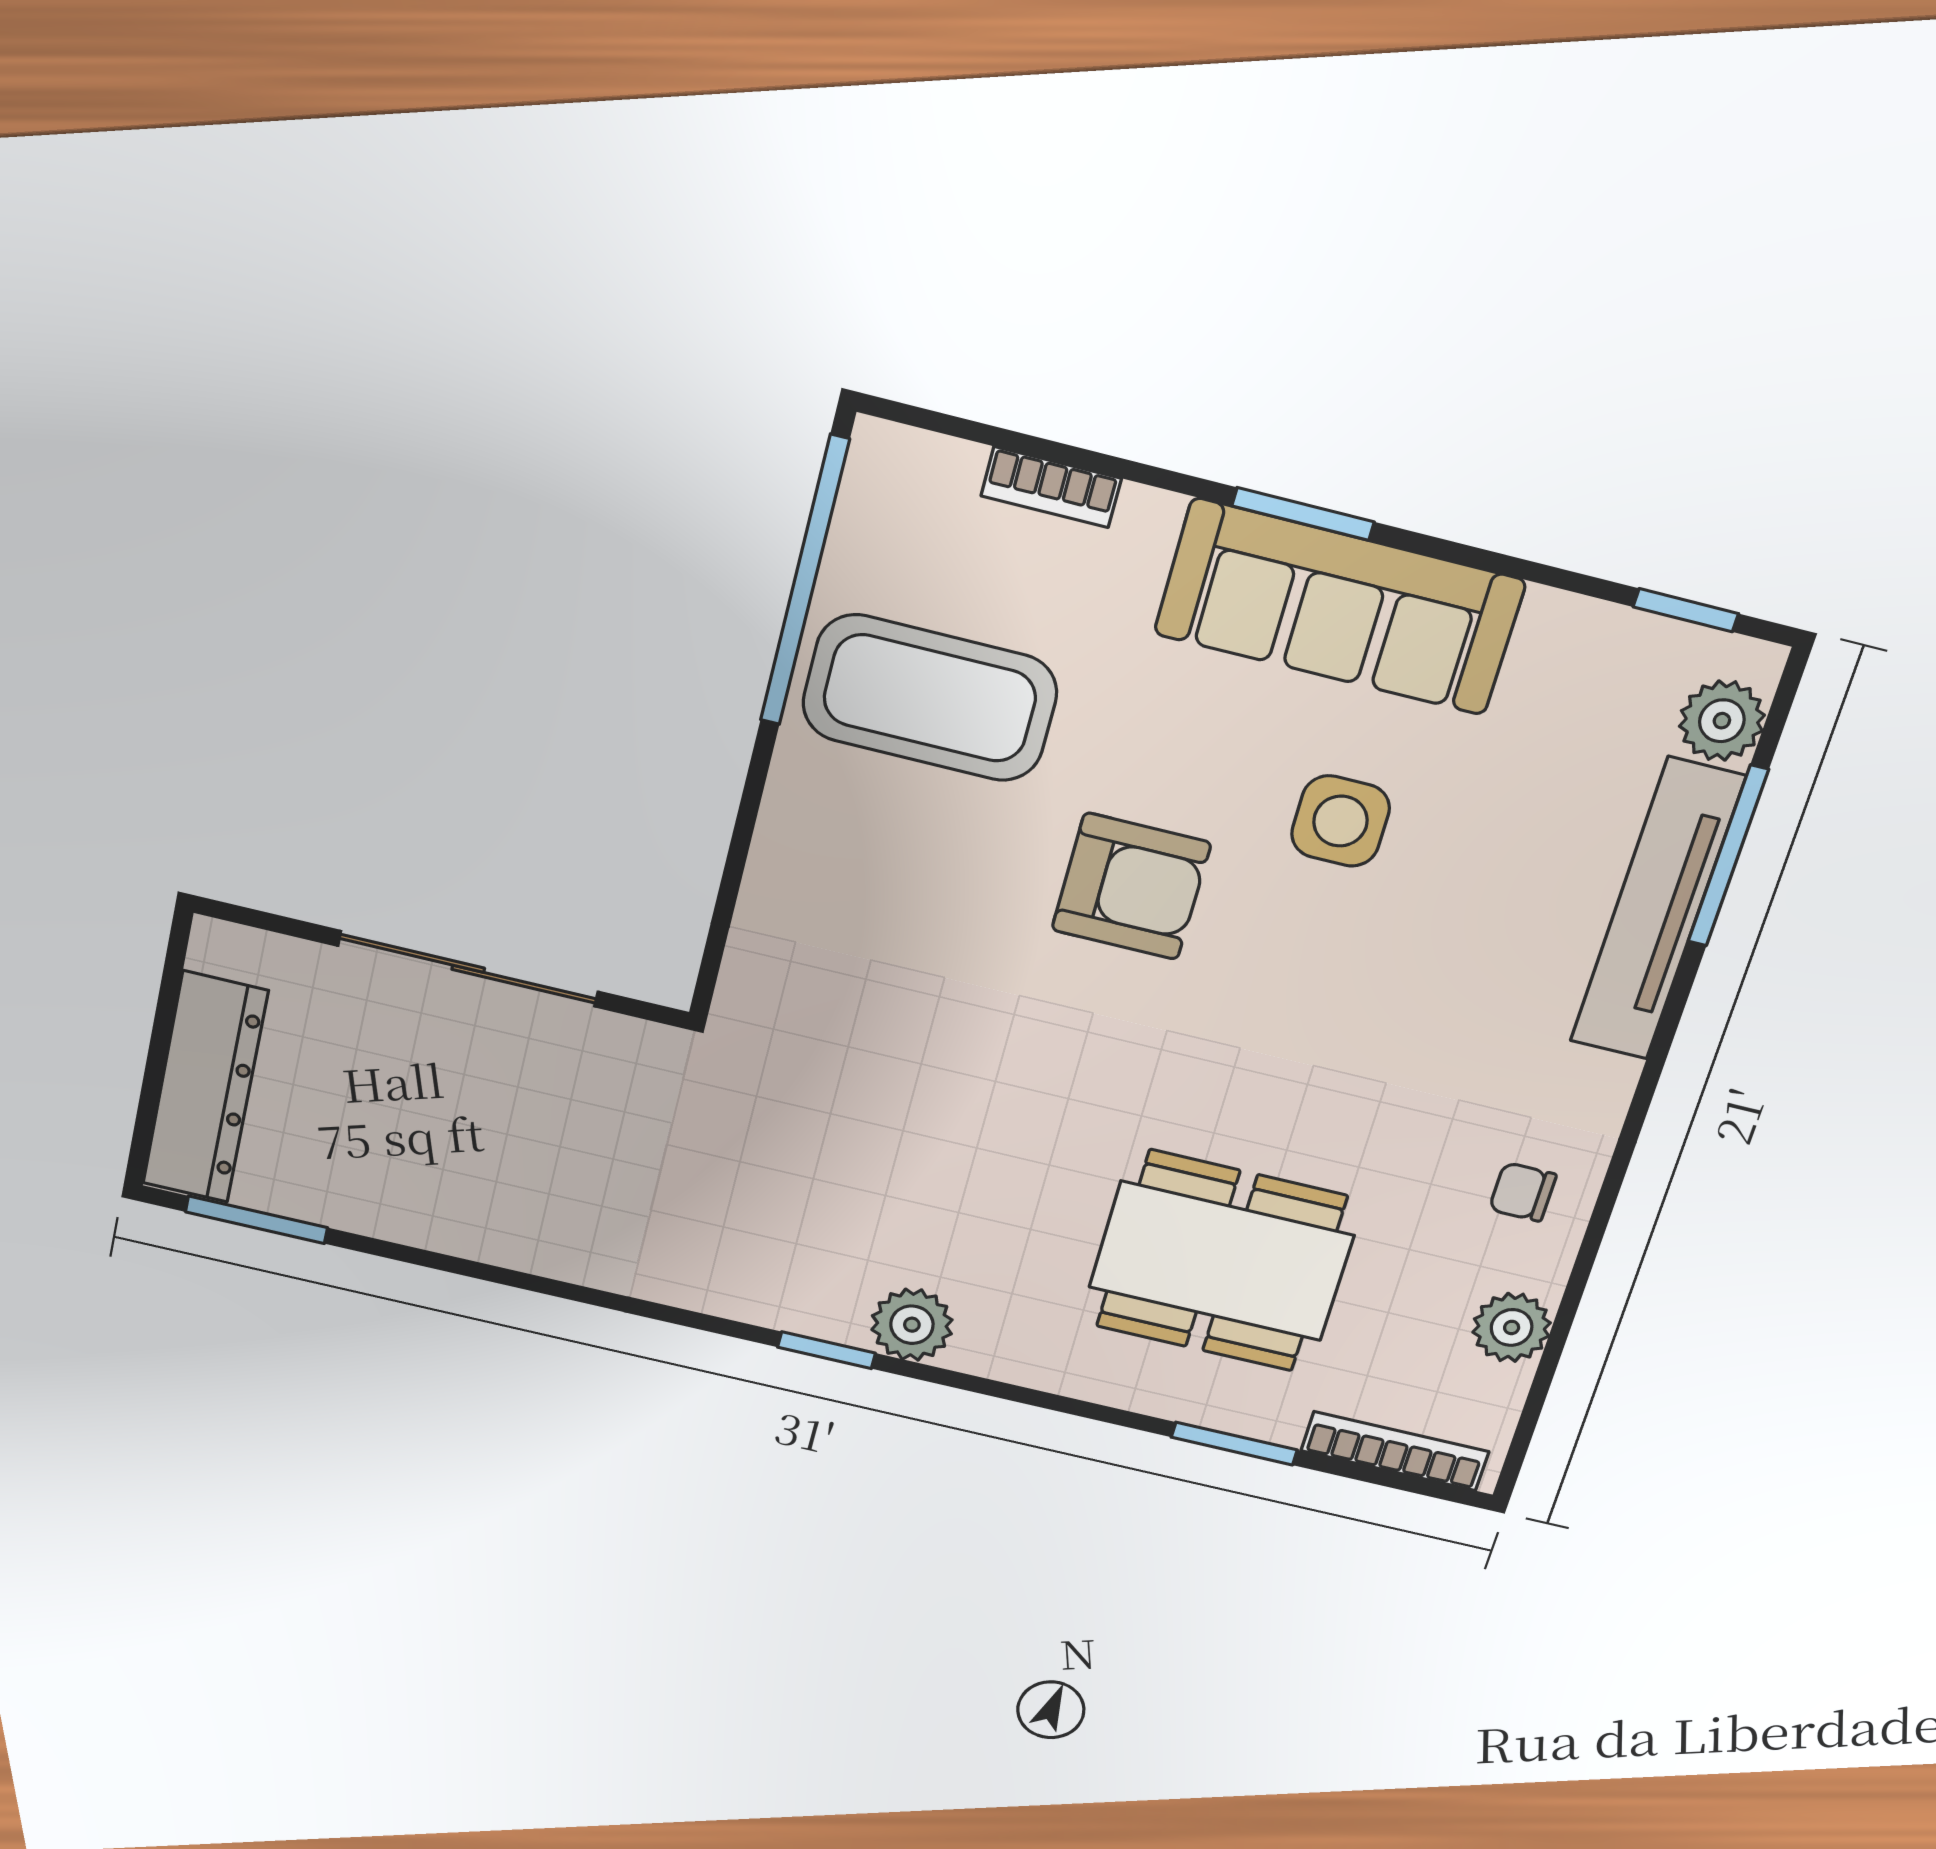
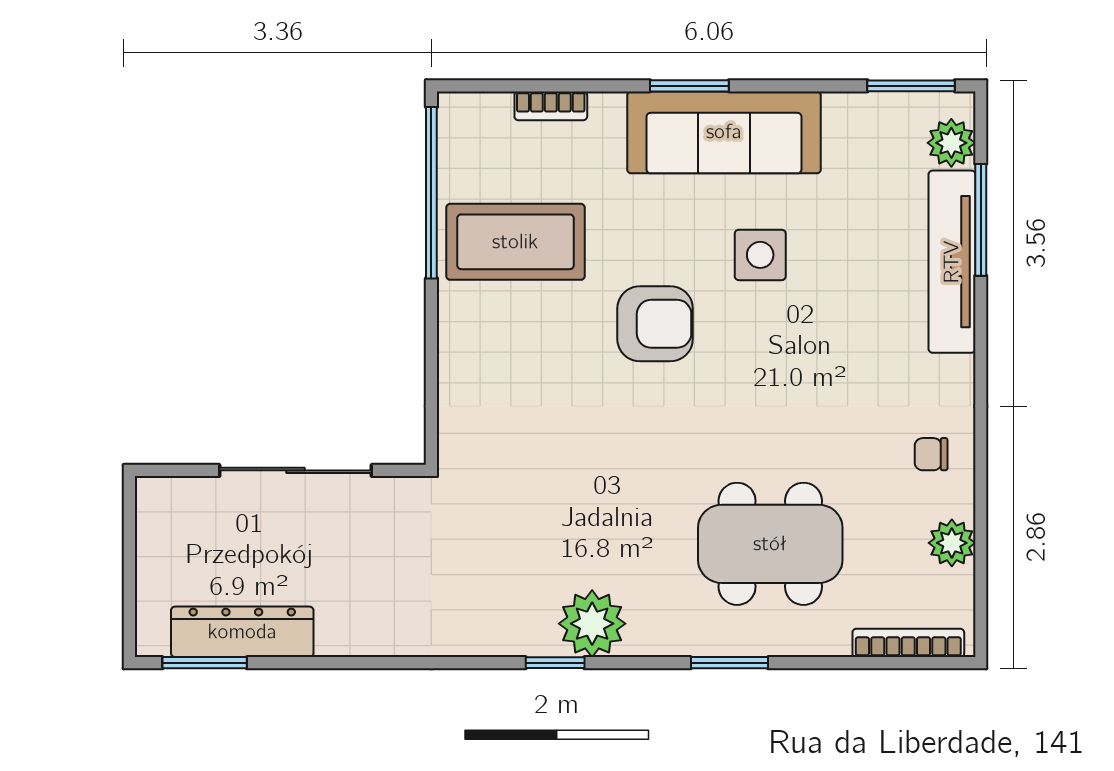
window: (1686, 610) -> (911, 86), width x1.50
dresser: (205, 1088) -> (242, 632), moved, turned -90
plant: (912, 1325) -> (592, 624), width x1.36, depth x1.36
window: (1234, 1444) -> (729, 663), moved

